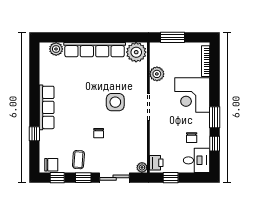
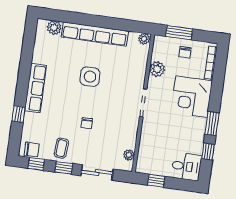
plant: (136, 52) -> (144, 39), width x0.53, depth x0.53
side table: (115, 102) -> (90, 77), moved
chair: (192, 138) -> (185, 52), moved
printer: (156, 163) -> (143, 163), removed
plant: (142, 167) -> (129, 155), moved

